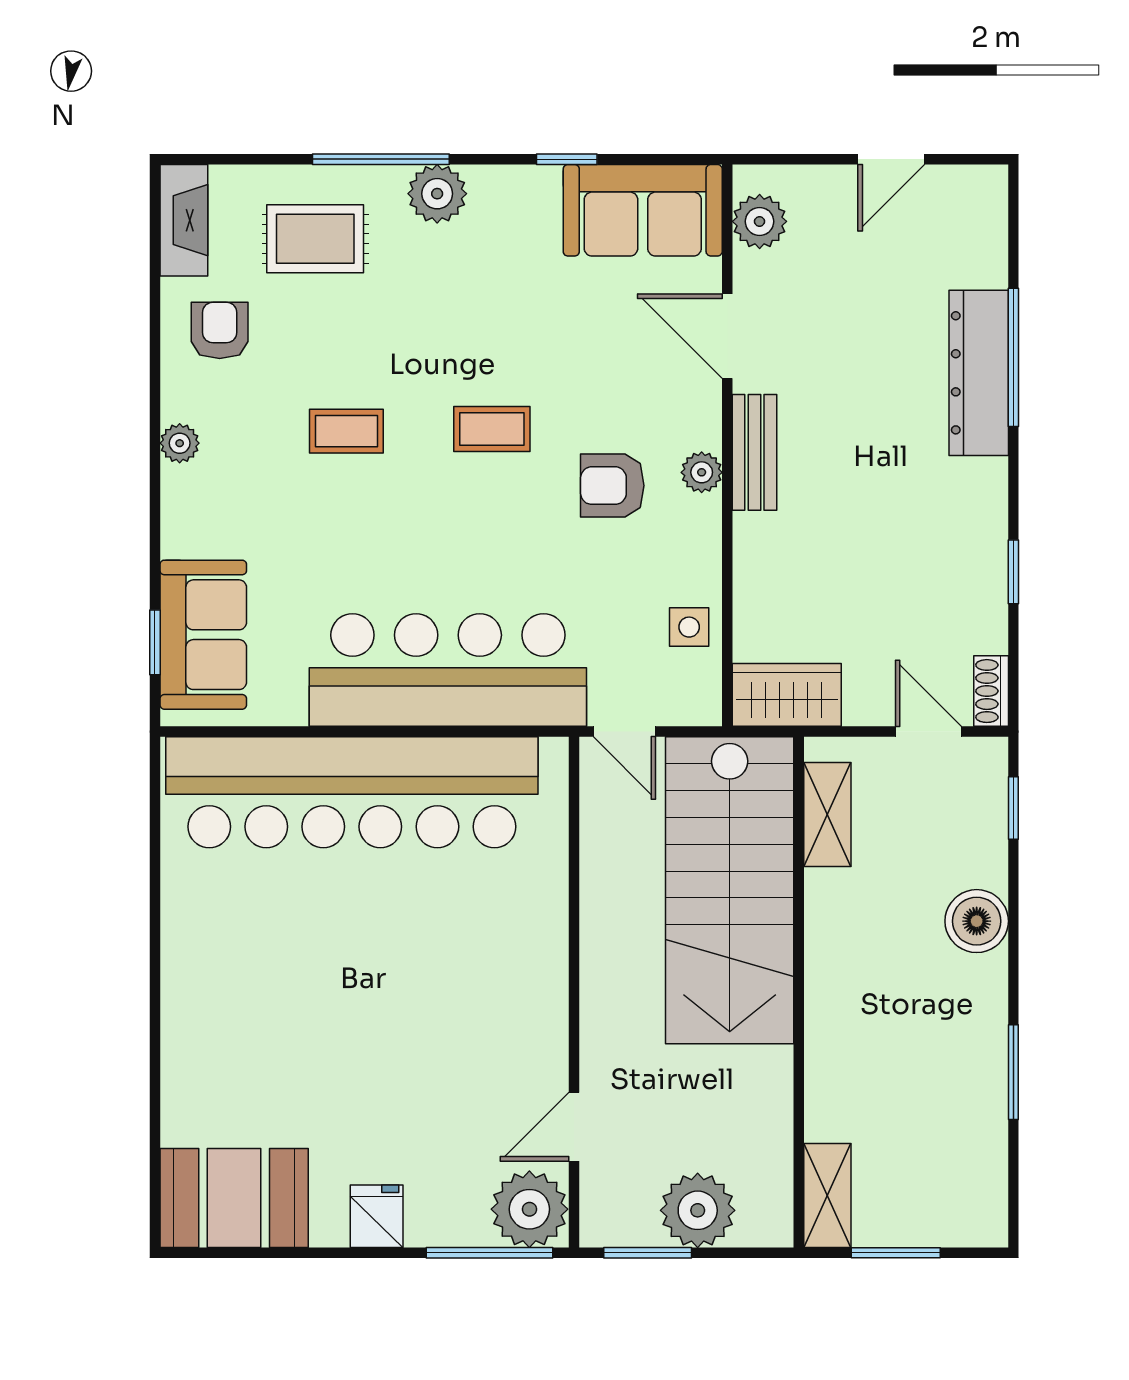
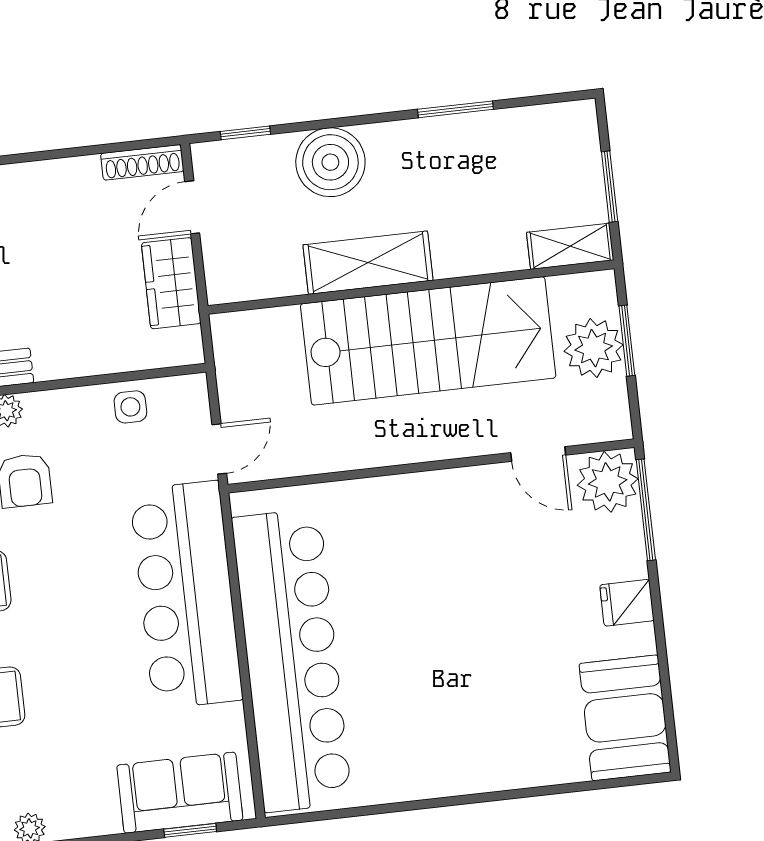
window: (1013, 572) -> (58, 154), removed
shoe rack: (991, 691) -> (142, 162), width x1.43
wardrobe: (787, 695) -> (171, 283), moved
shelving: (827, 815) -> (368, 263), moved, width x1.50, depth x1.33
stairs: (730, 890) -> (428, 341), moved
boiler: (977, 921) -> (330, 162), width x1.37, depth x1.37
window: (648, 1253) -> (627, 341), moved

